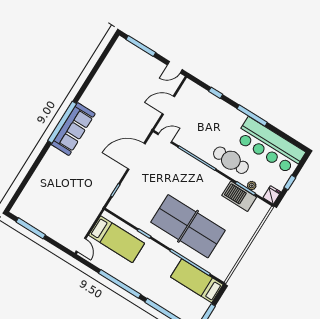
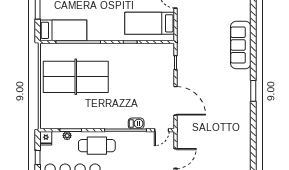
window: (62, 122) -> (253, 91), width x0.47
sofa: (73, 129) -> (241, 45), moved
door: (136, 156) -> (176, 101), hinge flipped
barbecue: (239, 196) -> (136, 123), moved, width x0.53, depth x0.65
table tennis table: (188, 226) -> (76, 77), moved

